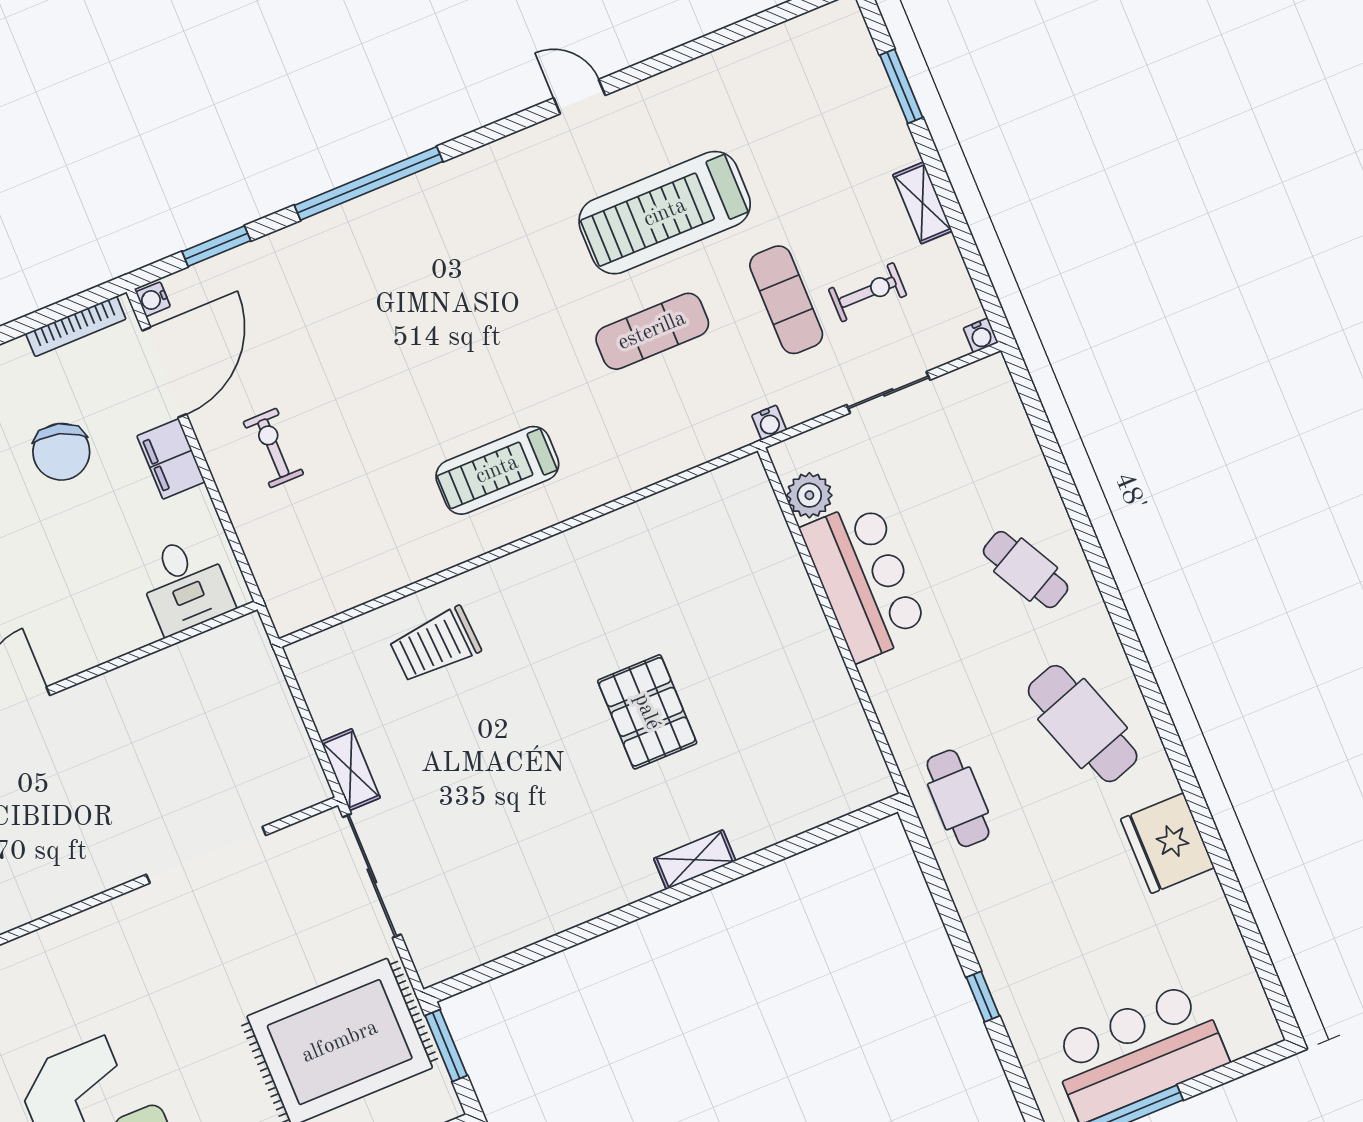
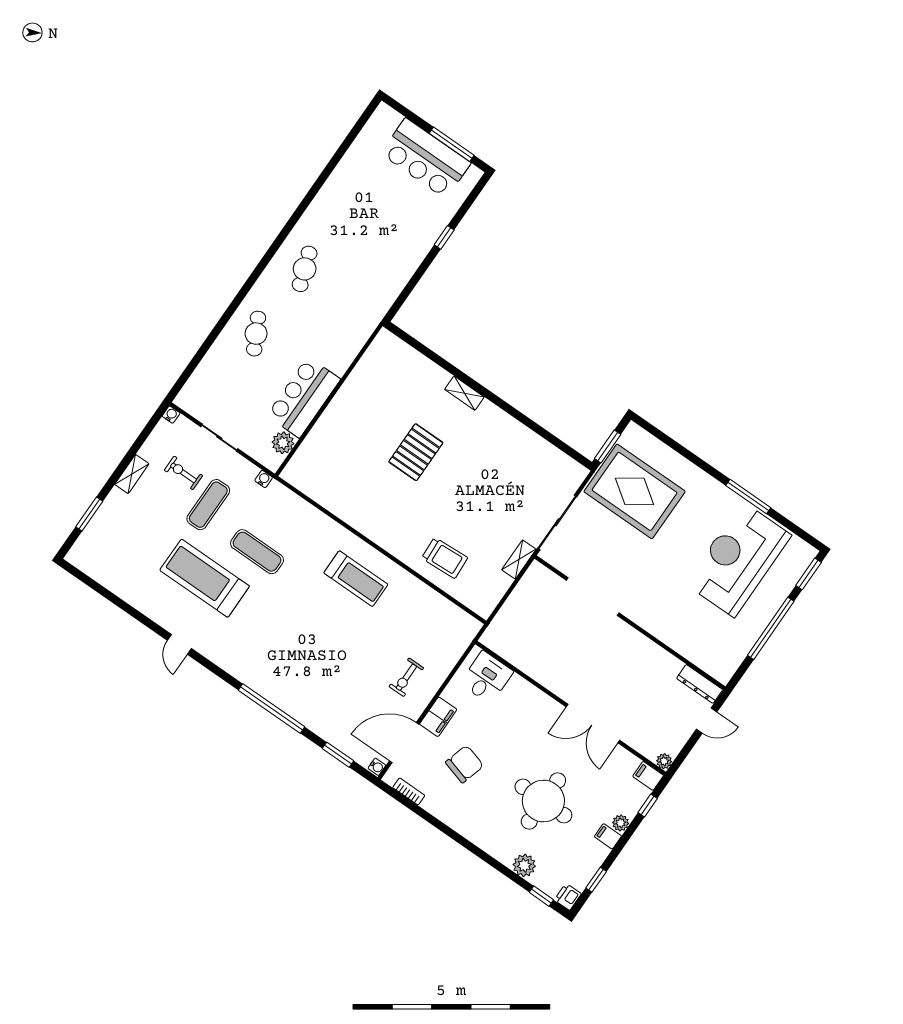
treadmill: (665, 213) -> (205, 578), turned 180
bookcase: (76, 326) -> (409, 791), width x0.64
cafe table: (1083, 724) -> (305, 269), width x0.73, depth x0.74
cafe table: (958, 798) -> (369, 301), removed
fridge: (1167, 843) -> (331, 202), removed

